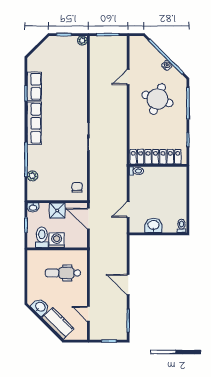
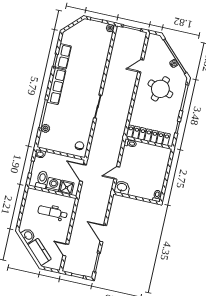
shower: (57, 210) -> (67, 187), moved
washbasin: (153, 225) -> (122, 187), moved

